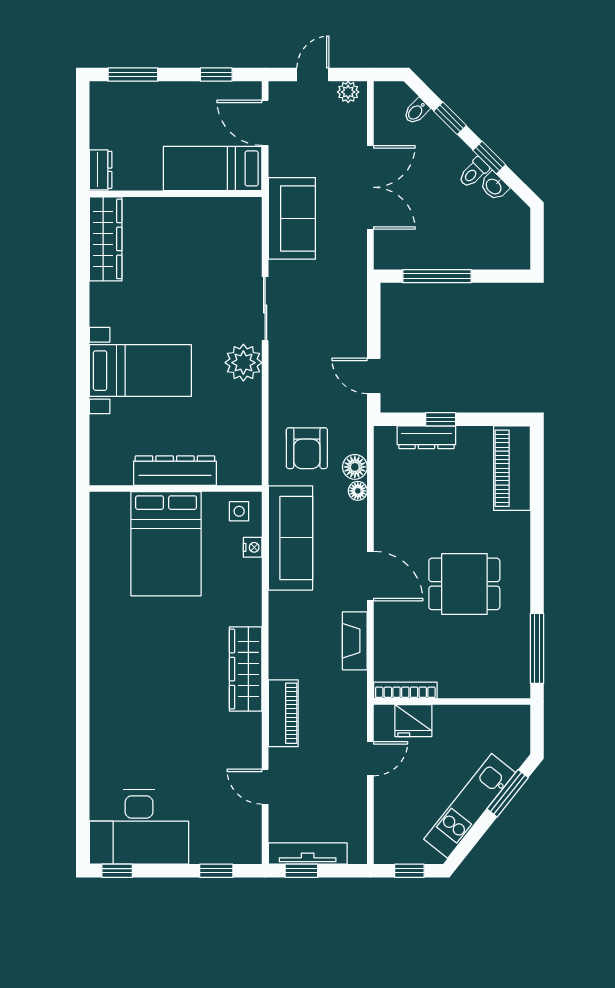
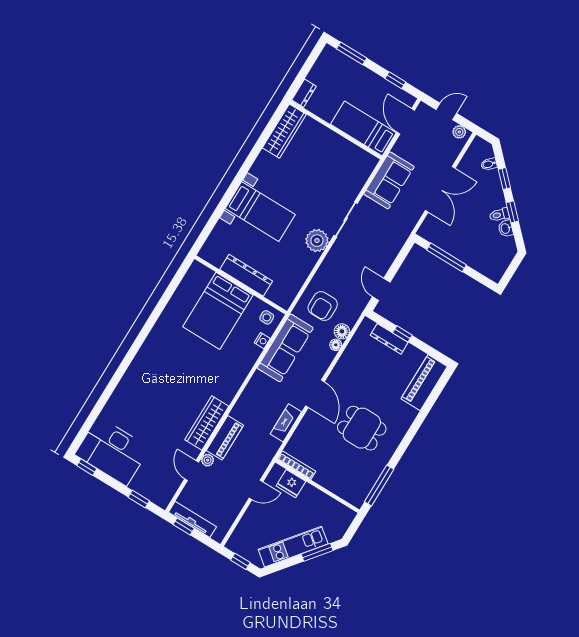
wardrobe: (246, 669) -> (207, 423), moved
plant: (278, 759) -> (208, 460), added

